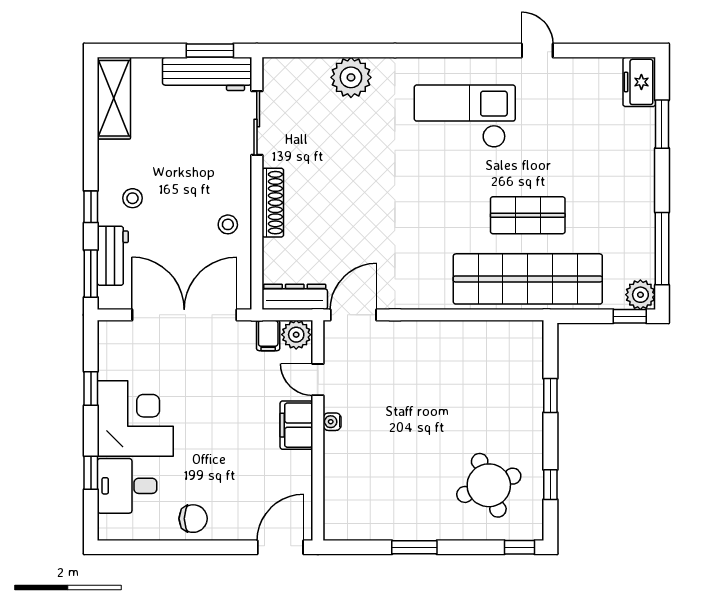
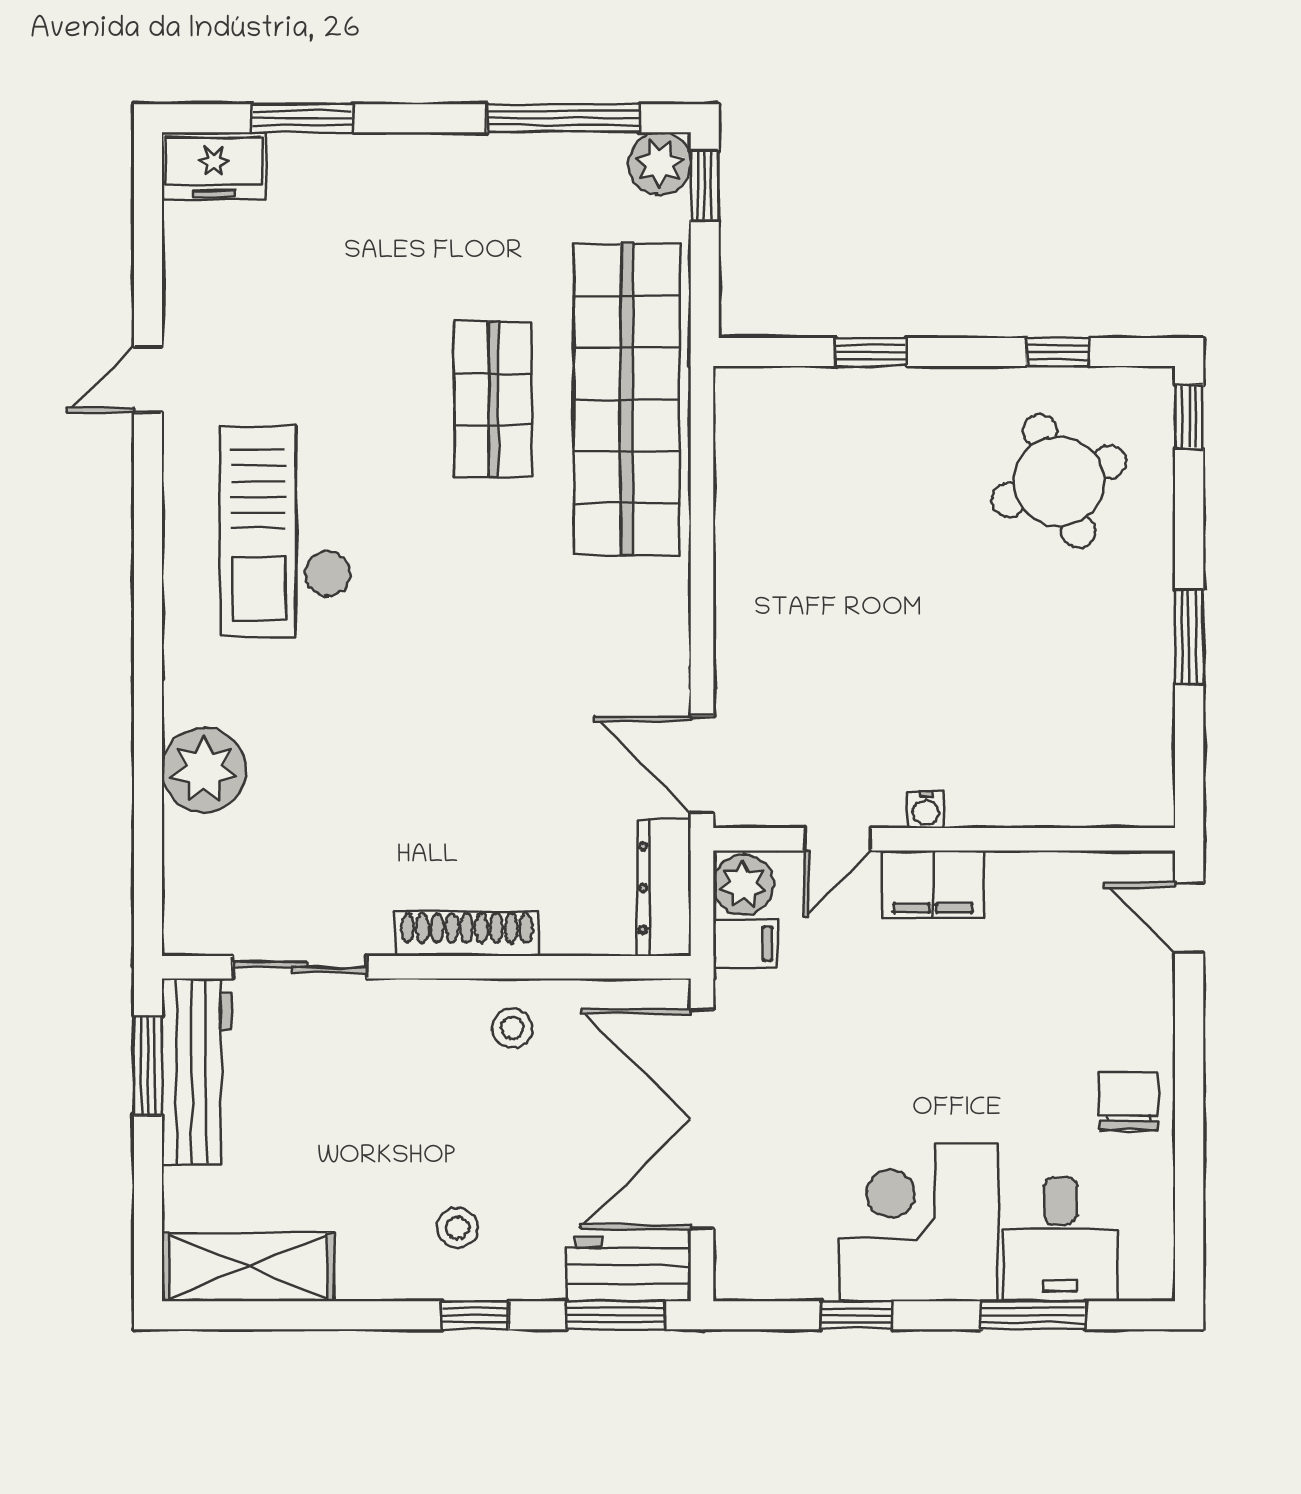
workbench: (113, 256) -> (629, 1269), moved
window: (91, 473) -> (1033, 1315), width x1.50
door: (280, 547) -> (1189, 918), width x0.73

